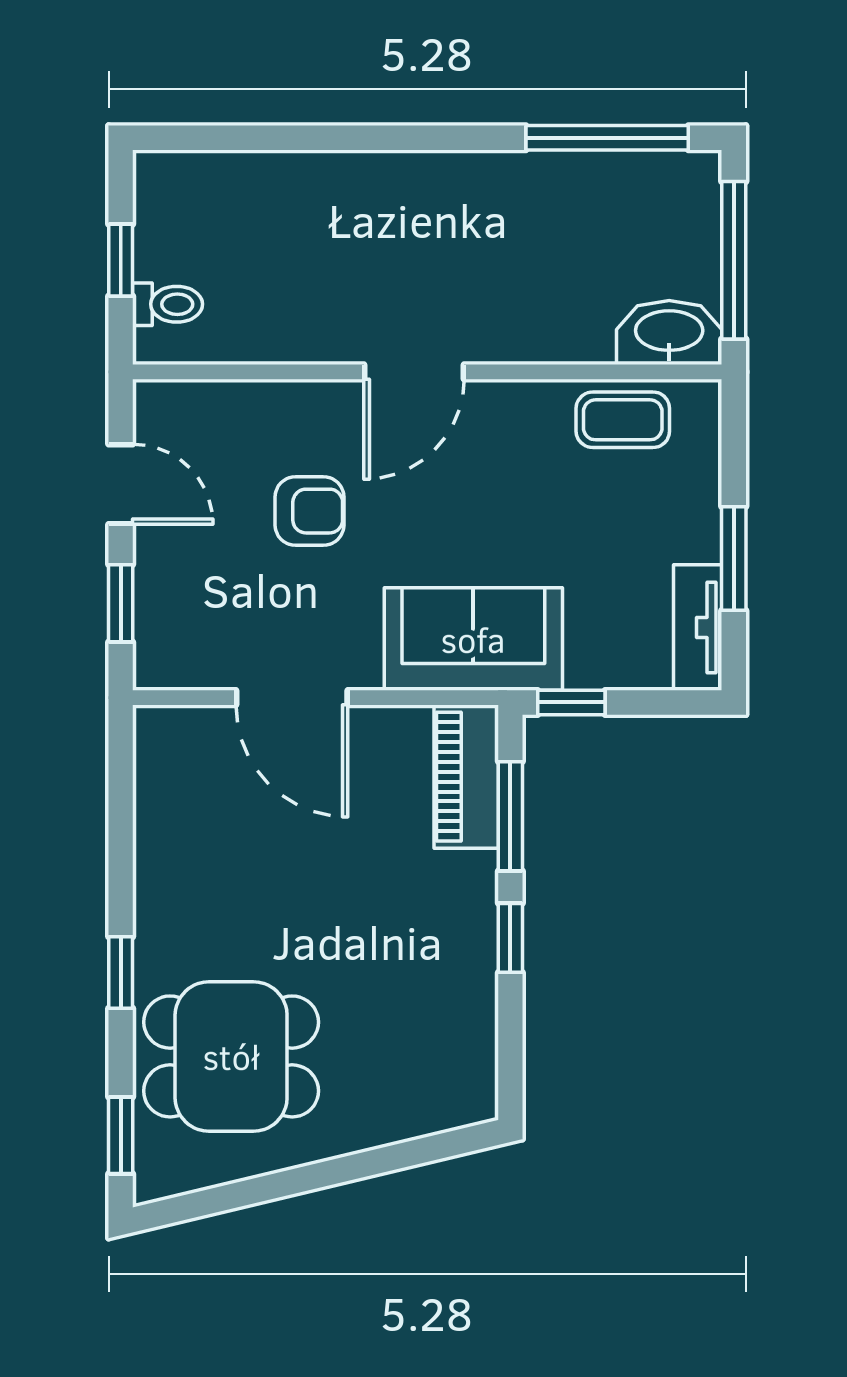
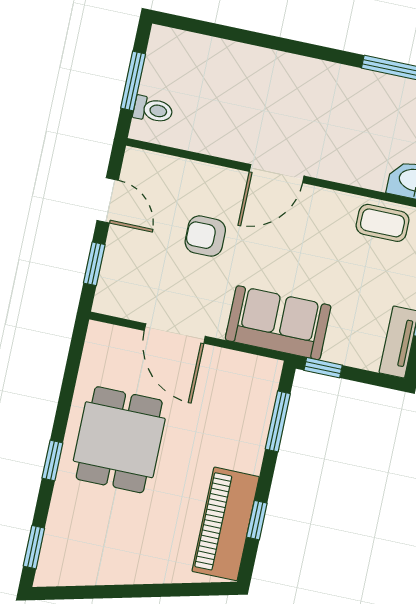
window: (121, 260) -> (133, 81), width x1.50
armchair: (309, 511) -> (205, 236), turned 180
piano: (466, 777) -> (226, 524), moved, width x1.37, depth x1.33
window: (510, 938) -> (257, 520), moved
dining table: (231, 1056) -> (119, 440), moved, turned 90

